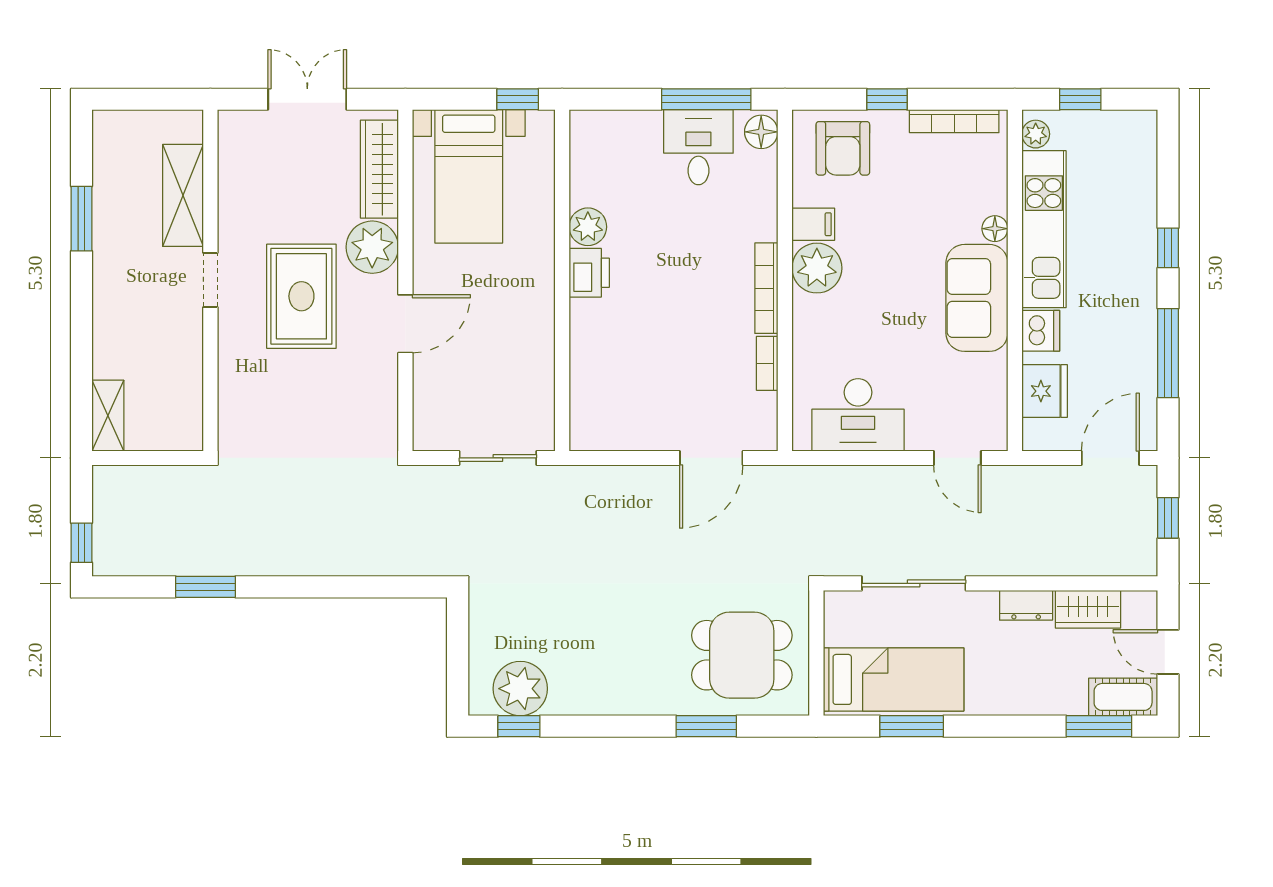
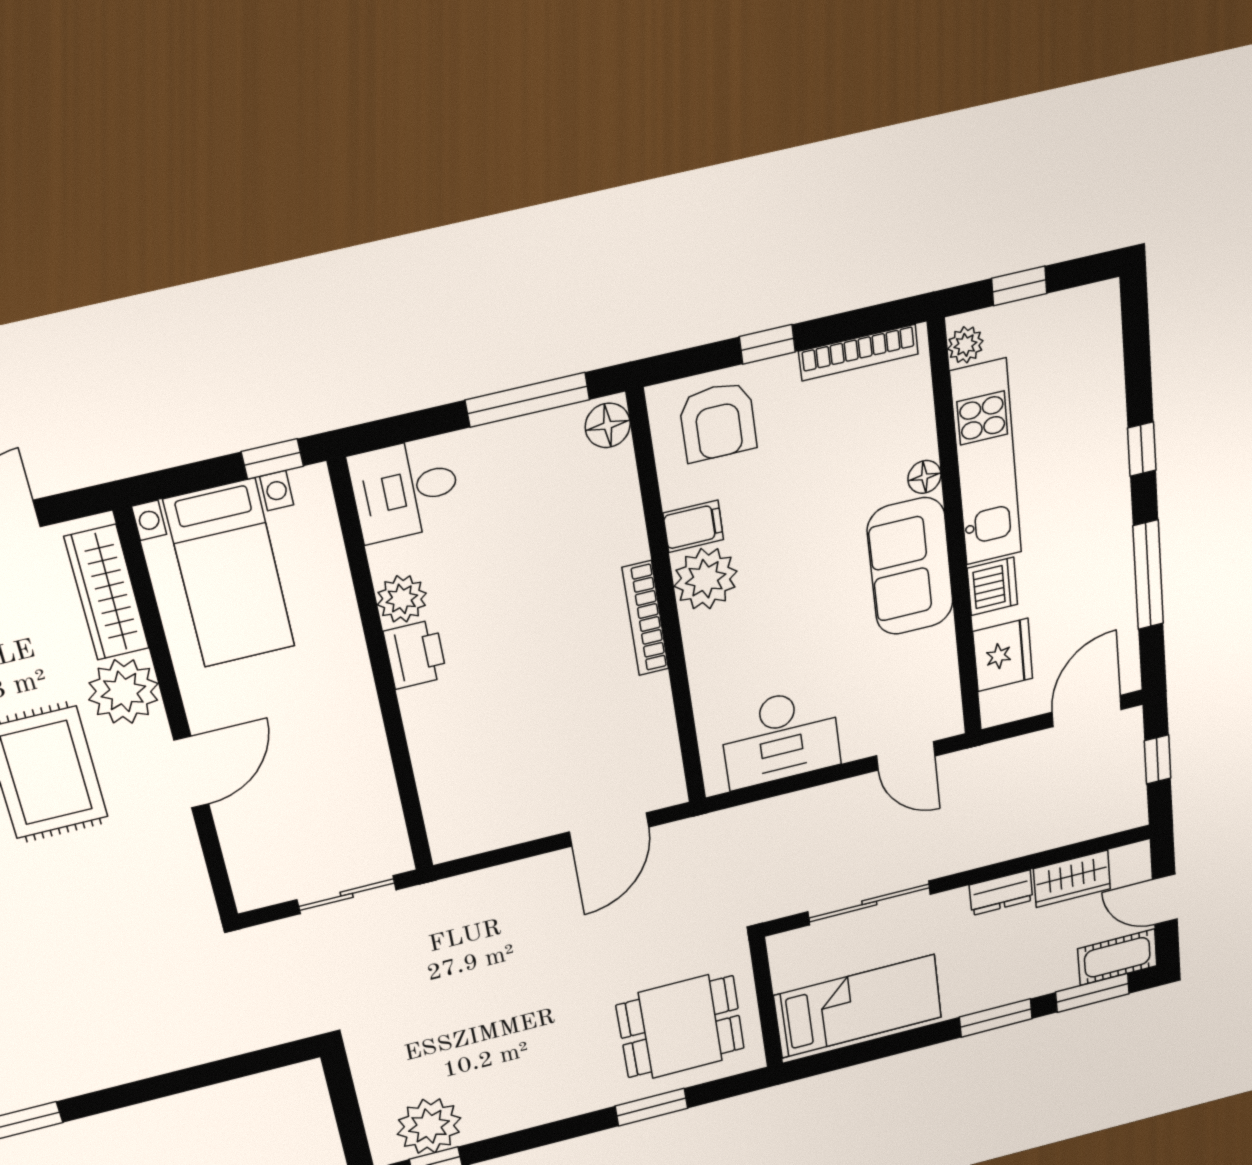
desk: (698, 147) -> (405, 490), moved, turned -90
bookcase: (767, 363) -> (660, 706), removed
window: (912, 726) -> (996, 1018), moved

